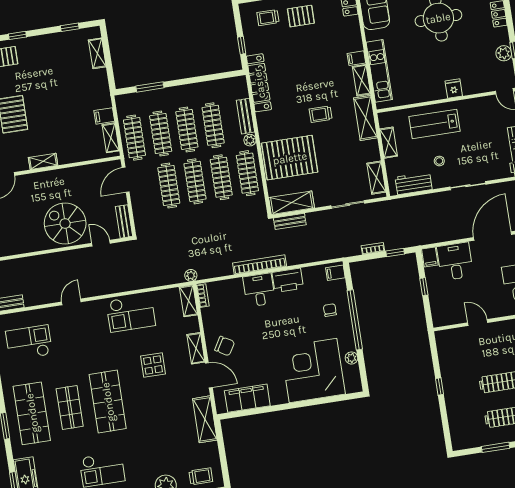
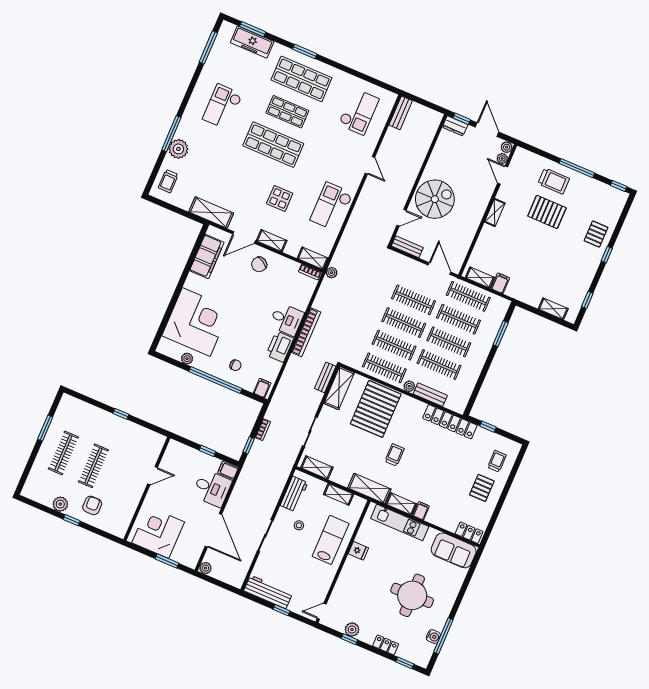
fridge: (454, 88) -> (358, 551), moved

